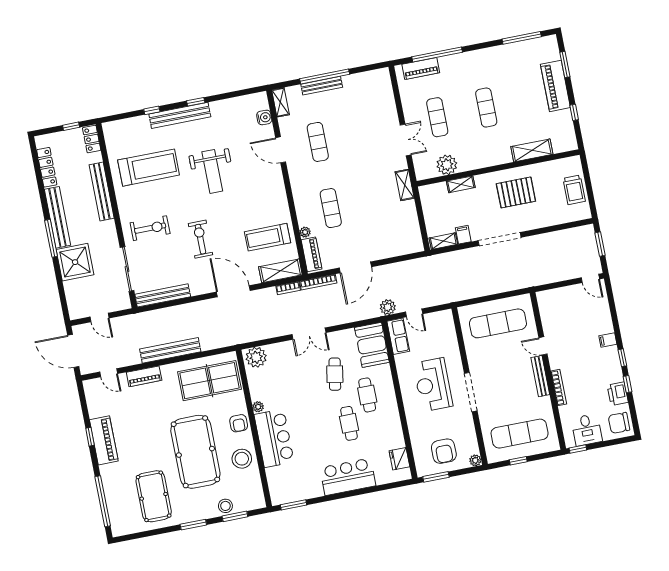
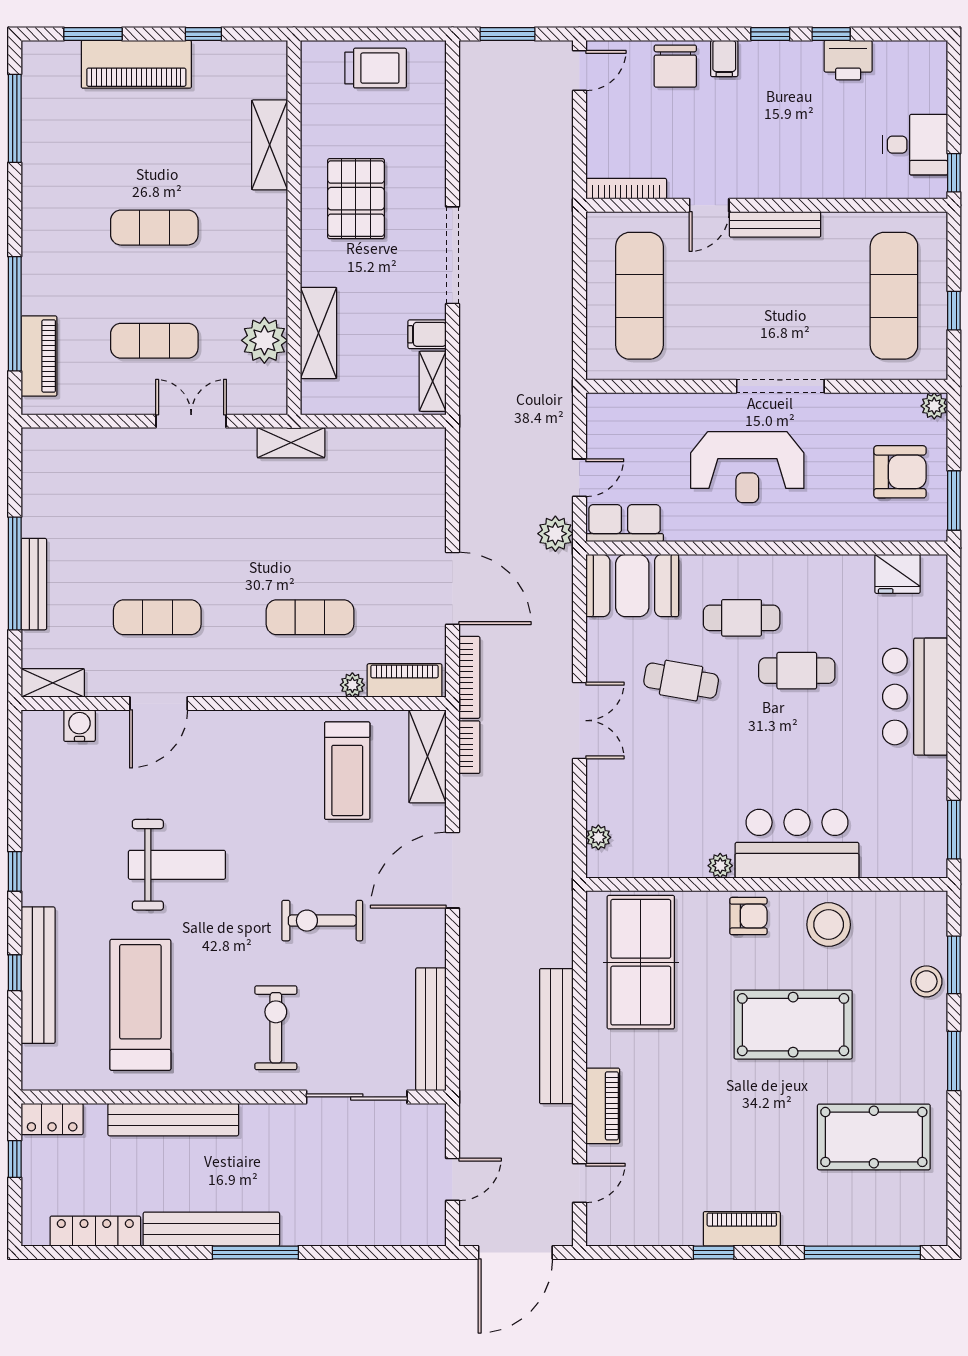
bench: (180, 115) -> (38, 975), moved
shelving: (461, 184) -> (318, 333), width x1.50, depth x1.33
shower: (75, 262) -> (319, 1210), removed
plant: (256, 357) -> (598, 837), width x0.53, depth x0.53
bookcase: (559, 388) -> (626, 189), moved
chair: (619, 423) -> (675, 66), moved
piano: (104, 440) -> (742, 1229), width x0.73, depth x0.75
pool table: (195, 452) -> (793, 1025), width x0.73, depth x0.76

